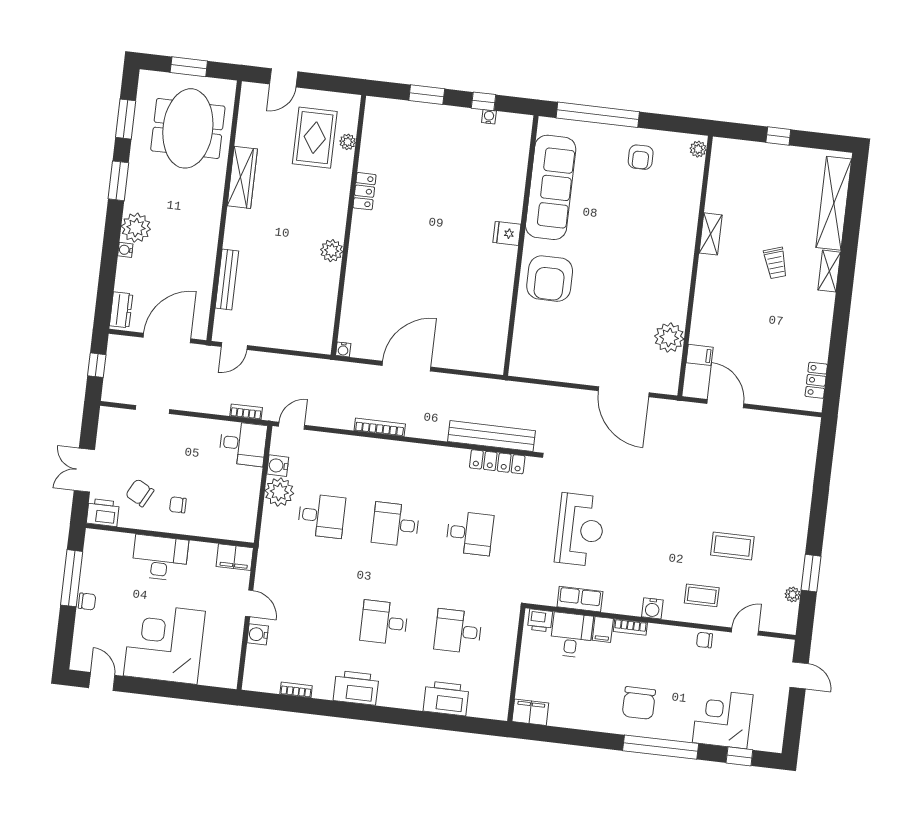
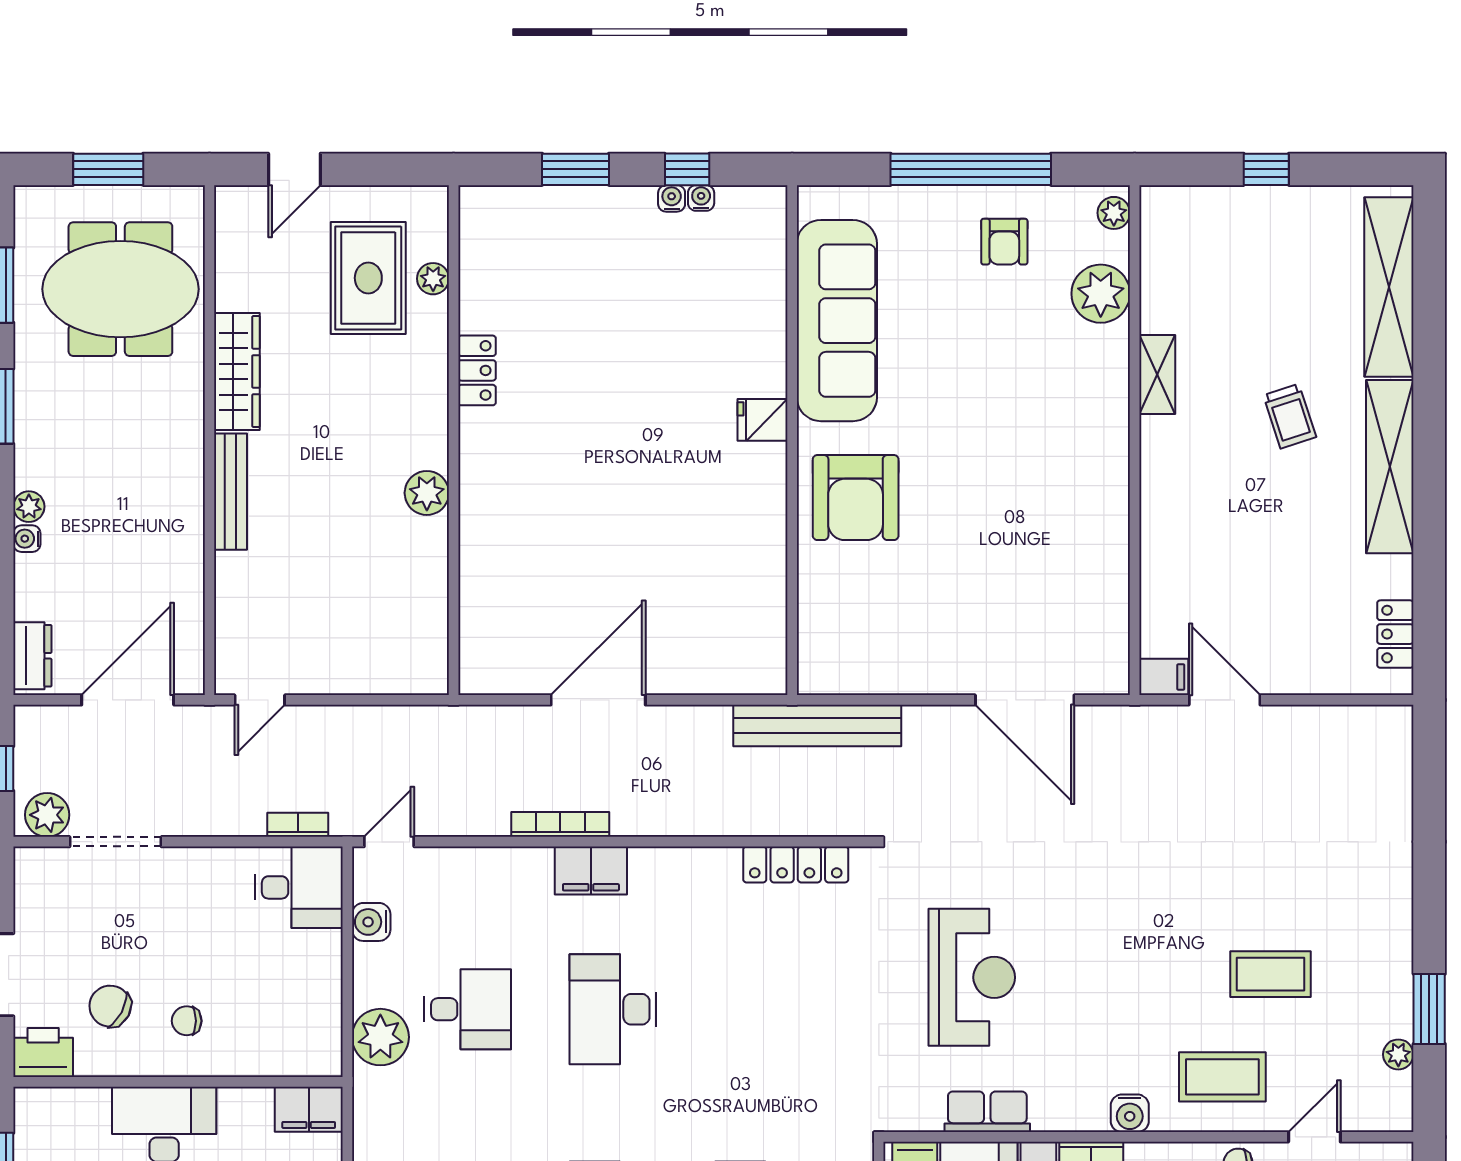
window: (598, 115) -> (971, 169), moved
meeting table: (188, 128) -> (120, 289), turned 90
plant: (136, 228) -> (29, 507), width x0.53, depth x0.53
shelving: (829, 271) -> (1390, 467), width x2.20, depth x1.33
bench: (227, 280) -> (231, 492), moved
plant: (669, 338) -> (1101, 294), moved
water cooler: (343, 349) -> (672, 198), moved, turned 180
filing cabinet: (700, 355) -> (1164, 677), moved
plant: (119, 392) -> (47, 815), added
doorway: (152, 409) -> (116, 842), width x1.38
bench: (491, 436) -> (817, 726), moved
filing cabinet: (393, 453) -> (591, 870), added
plant: (279, 492) -> (380, 1037), moved
desk: (396, 525) -> (613, 1009), width x1.37
desk: (470, 533) -> (758, 1009), removed
coffee table: (702, 595) -> (1222, 1077), width x1.36, depth x1.30

